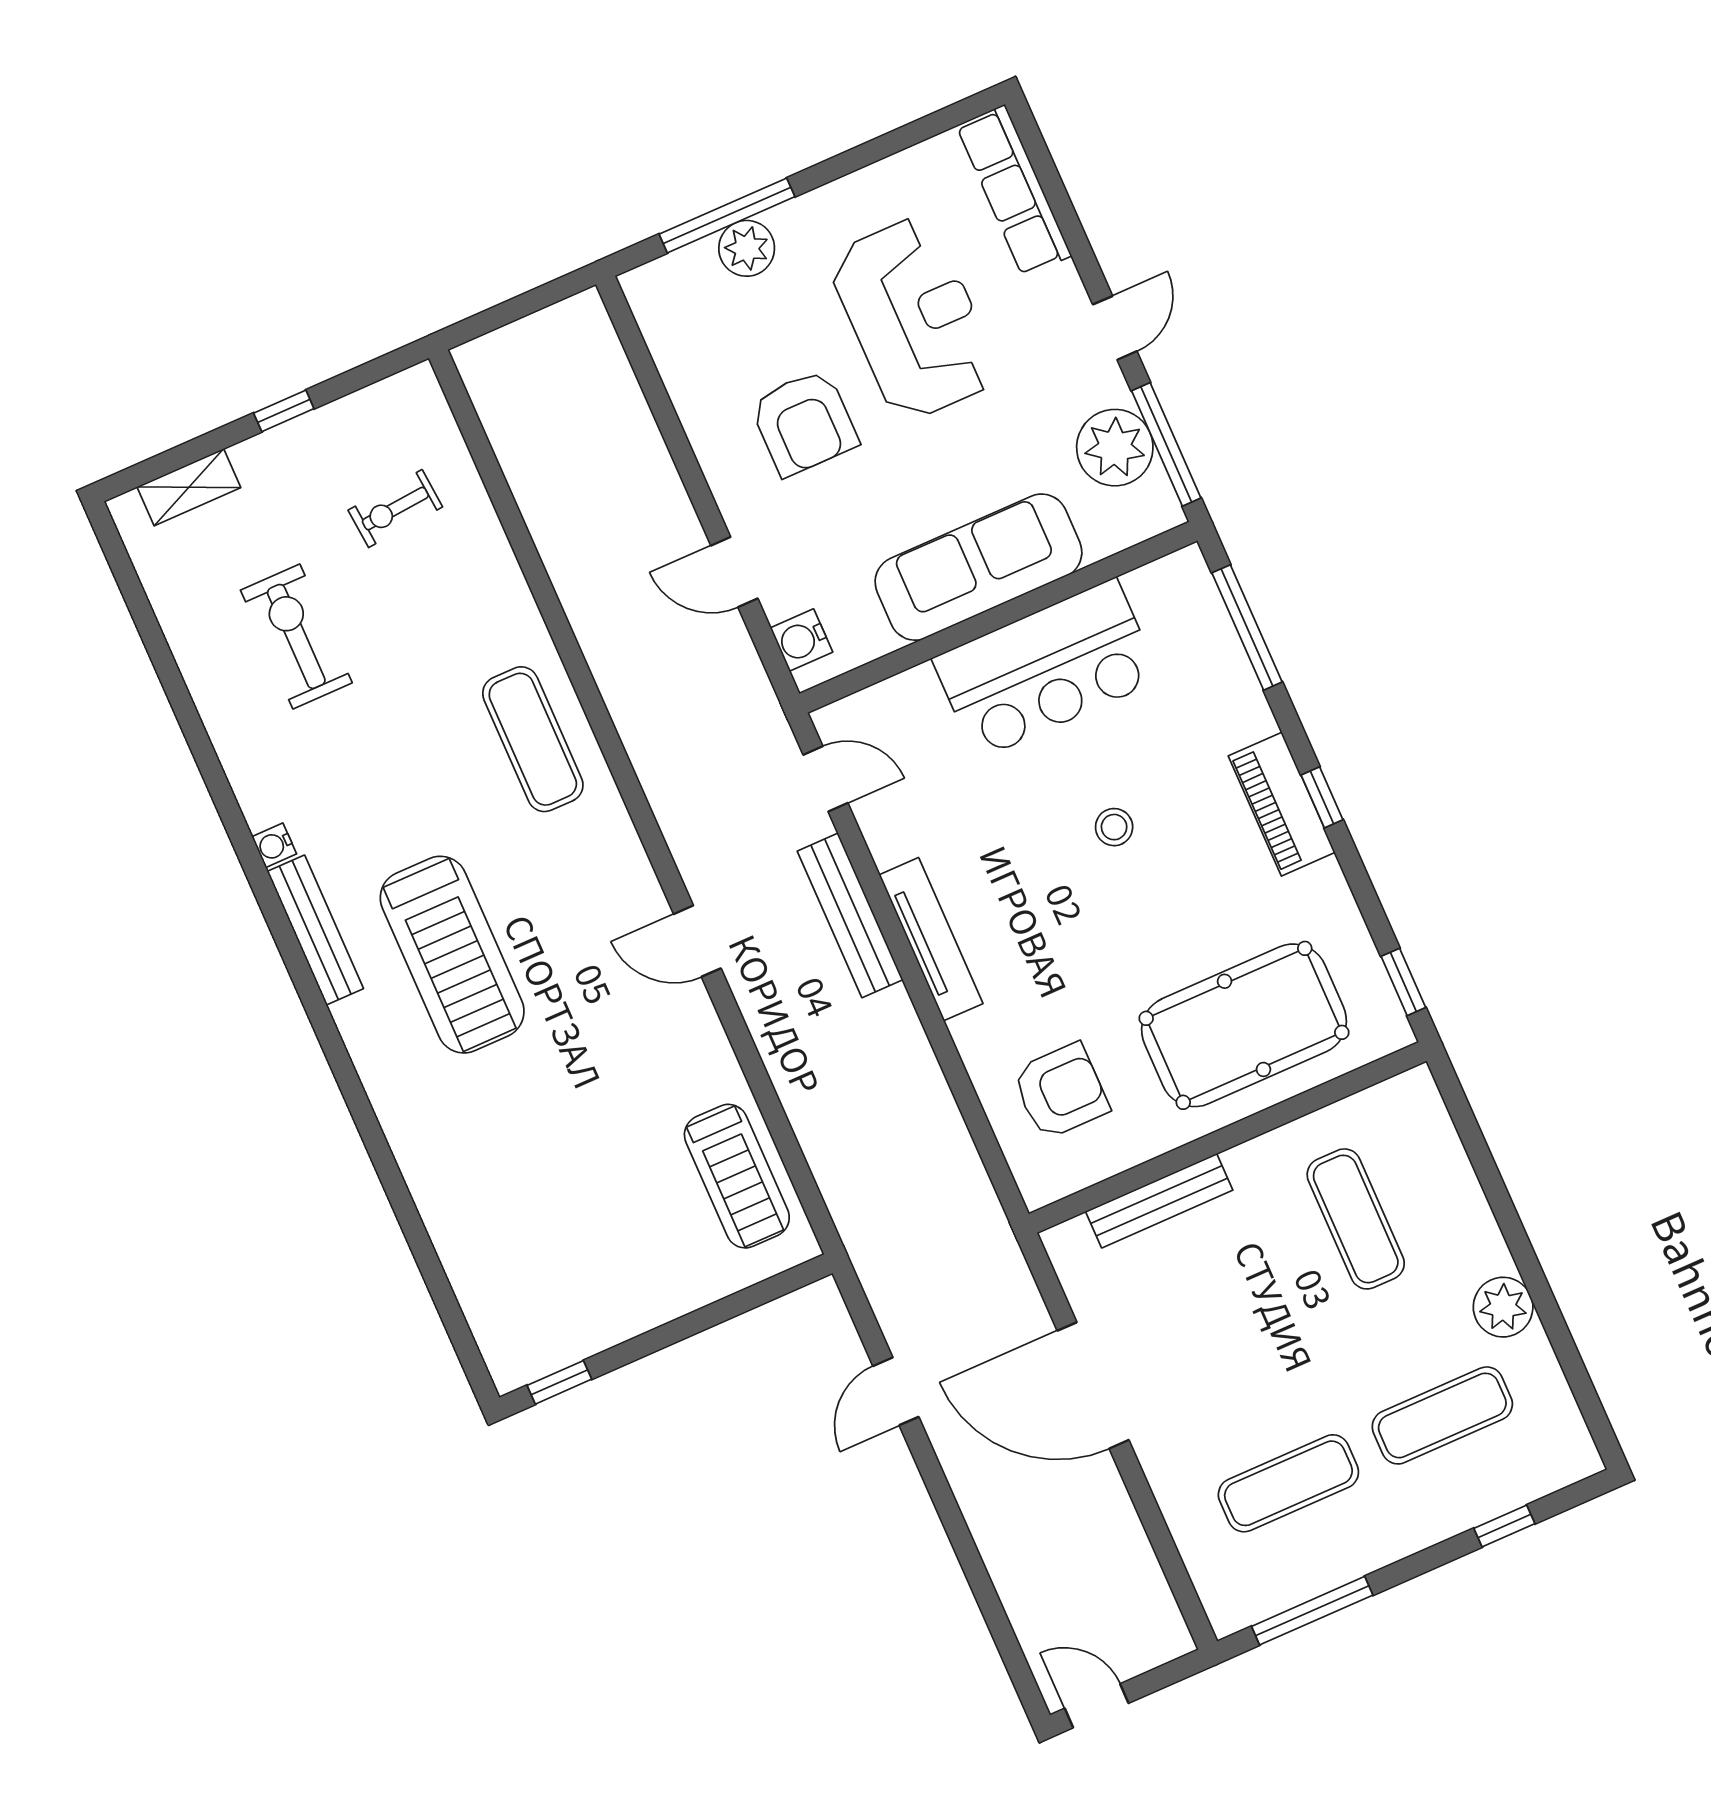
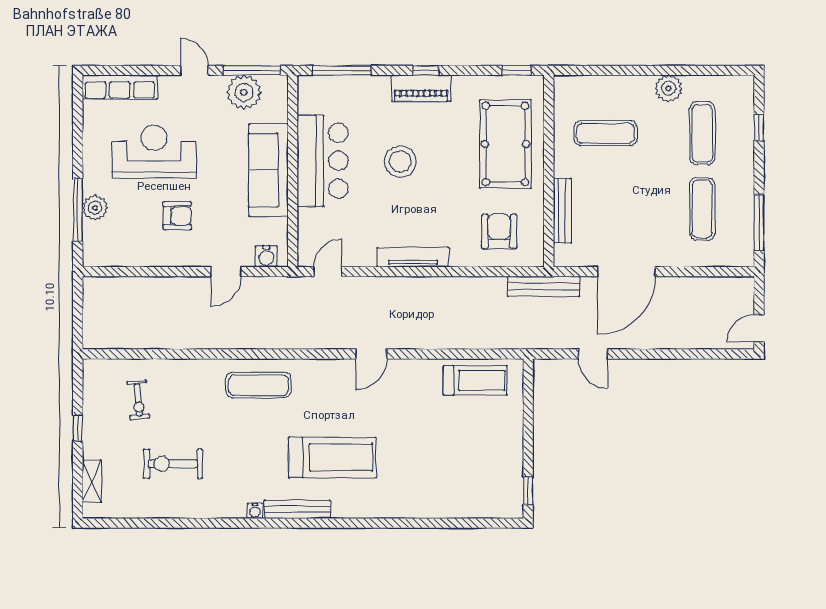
armchair: (804, 422) -> (177, 216), width x0.72, depth x0.72
stool: (1114, 827) -> (400, 161), width x1.89, depth x1.89
bench: (850, 915) -> (544, 286), moved

